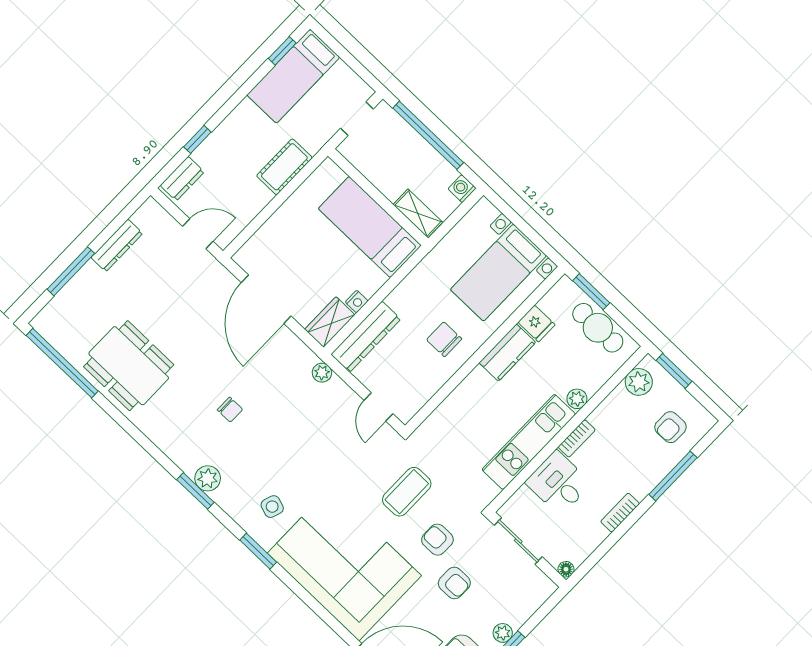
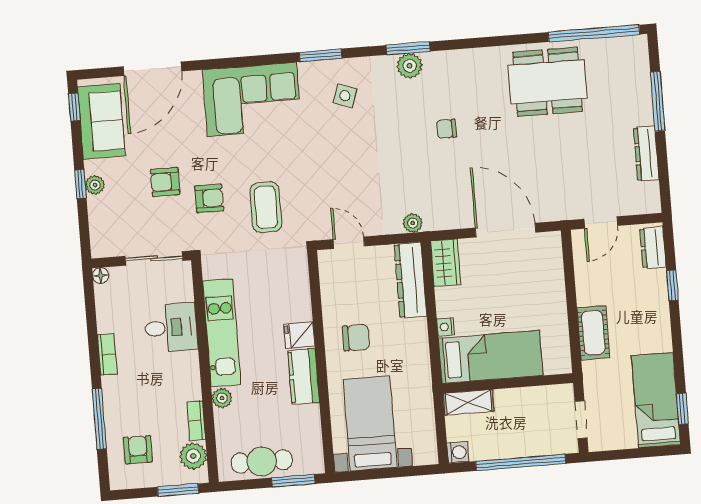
nightstand: (357, 302) -> (446, 327), moved
fridge: (536, 324) -> (299, 335), moved
bookcase: (577, 438) -> (196, 421), moved
corner sofa: (344, 564) -> (252, 99), width x0.73, depth x0.74

